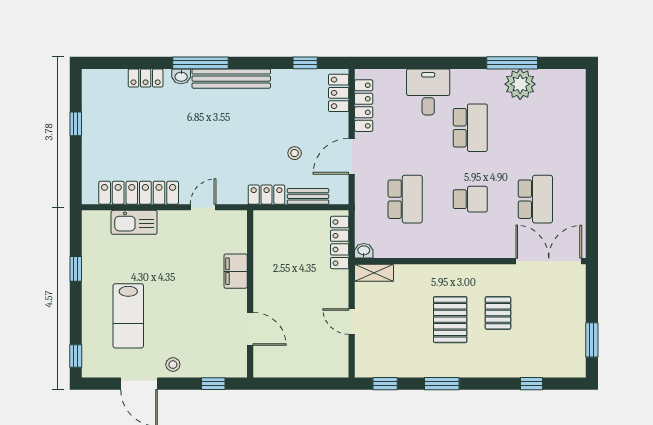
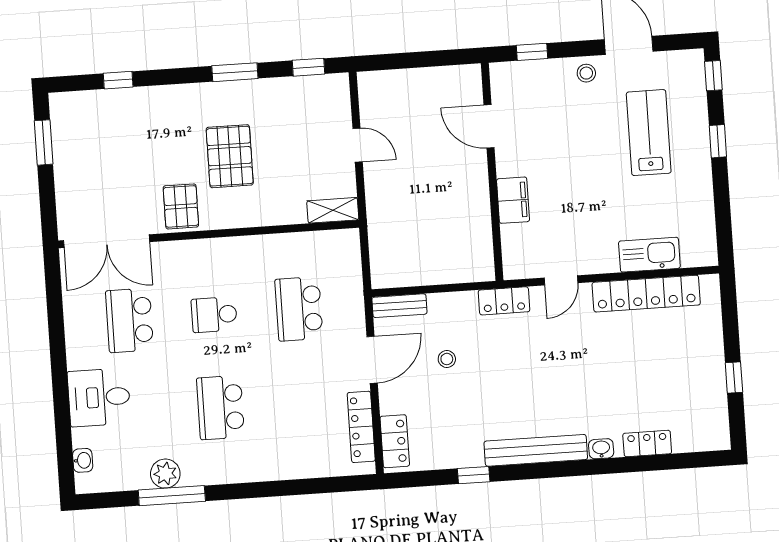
window: (200, 63) -> (577, 468), removed
window: (305, 63) -> (474, 475), moved
plant: (520, 84) -> (165, 474), width x0.73, depth x0.73
desk: (428, 92) -> (99, 397), moved, turned 90
locker: (267, 195) -> (504, 301), moved
bench: (308, 196) -> (399, 306), moved
locker: (340, 243) -> (380, 247), removed
washbasin: (364, 251) -> (83, 460), moved, turned -90
window: (76, 269) -> (718, 141), moved
pallet: (498, 313) -> (181, 206), moved

